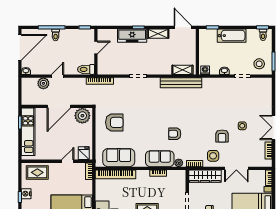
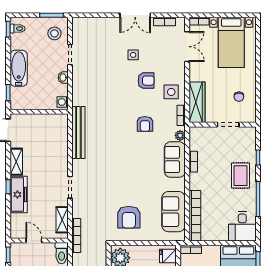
shelving: (182, 70) -> (62, 220), moved
armchair: (114, 122) -> (129, 217), turned 180
armchair: (175, 134) -> (145, 124), moved
double door: (236, 168) -> (187, 47), moved

